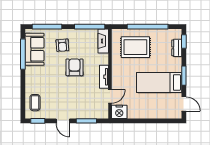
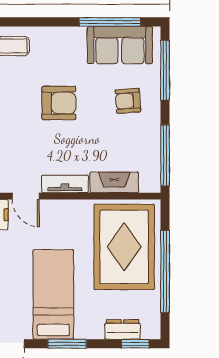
fireplace: (103, 41) -> (114, 182), moved
rug: (135, 47) -> (124, 247), width x1.37, depth x1.44
armchair: (74, 67) -> (59, 103), moved

